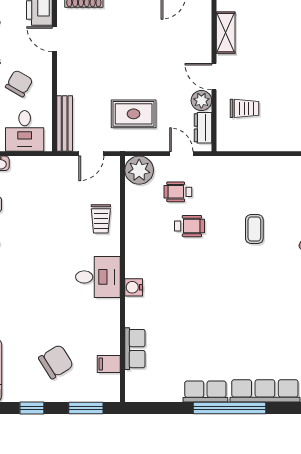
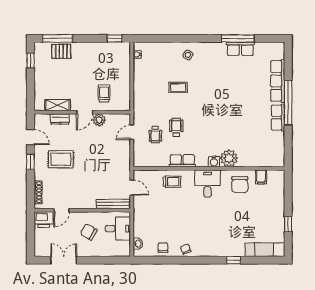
rug: (134, 114) -> (61, 159), moved, turned 90
dresser: (203, 128) -> (60, 119), moved
plant: (139, 170) -> (229, 158), moved
row of seats: (135, 349) -> (182, 161), moved
chair: (56, 362) -> (240, 185), moved, turned -148
window: (86, 408) -> (288, 191), removed

